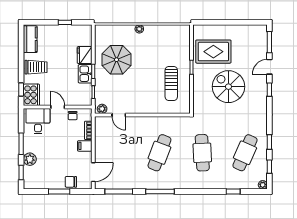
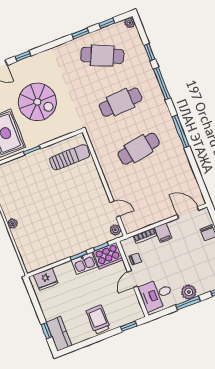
window: (65, 22) -> (46, 331), moved
kitchen counter: (30, 39) -> (59, 334), moved, turned 90
fridge: (85, 55) -> (46, 279), moved
parasol: (116, 60) -> (56, 235), removed
sun lounger: (171, 83) -> (70, 157), moved
spiral stairs: (228, 87) -> (37, 102), turned -90
cooker: (31, 95) -> (108, 256), moved, turned 180
door: (119, 115) -> (115, 209), hinge flipped
cafe table: (159, 153) -> (139, 149), turned -30
plant: (30, 159) -> (189, 292), moved
window: (119, 192) -> (162, 83), moved

